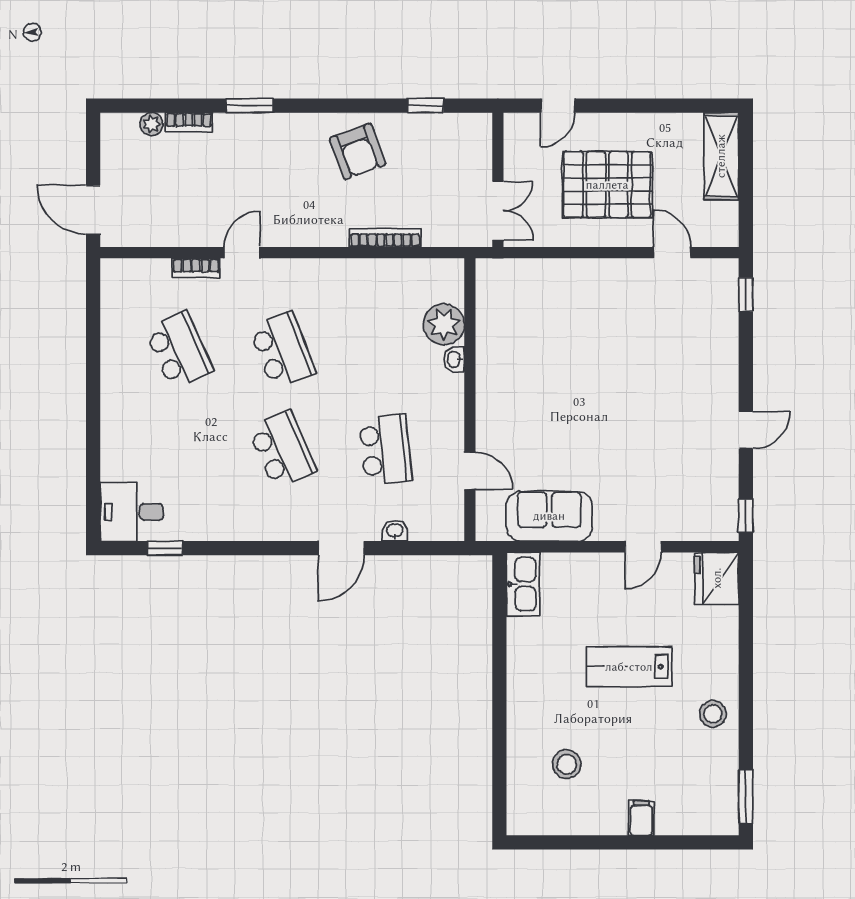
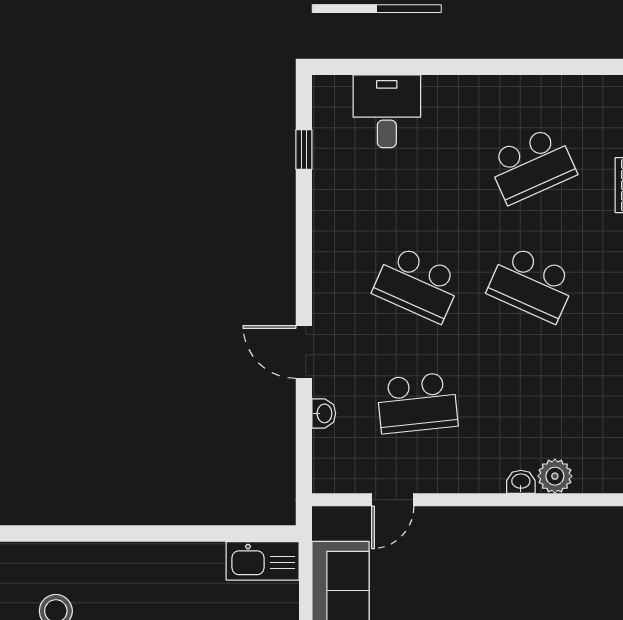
plant: (444, 324) -> (555, 476), width x0.73, depth x0.73
school desk: (282, 350) -> (532, 284), turned 45
school desk: (282, 450) -> (417, 284), turned 48
desk: (132, 512) -> (387, 111), moved

